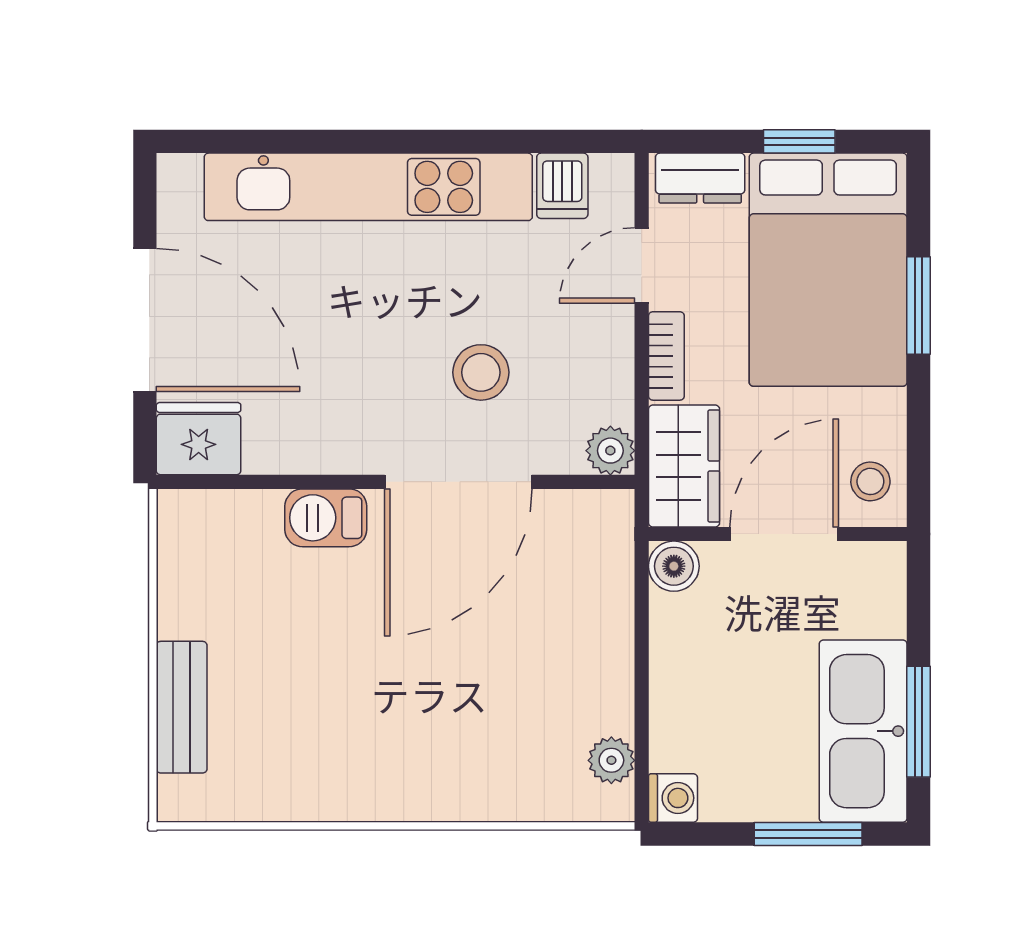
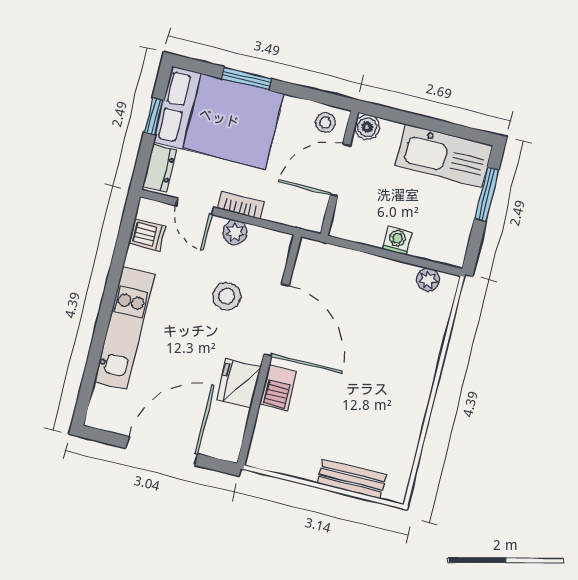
kitchen unit: (368, 187) -> (125, 328), width x0.73
fridge: (199, 439) -> (239, 384), moved
plant: (610, 451) -> (235, 232), moved
wardrobe: (684, 466) -> (296, 210), removed
door: (784, 534) -> (340, 170), hinge flipped
boiler: (674, 566) -> (367, 127), moved
window: (918, 722) -> (446, 128), removed
washing machine: (673, 798) -> (397, 241), moved

